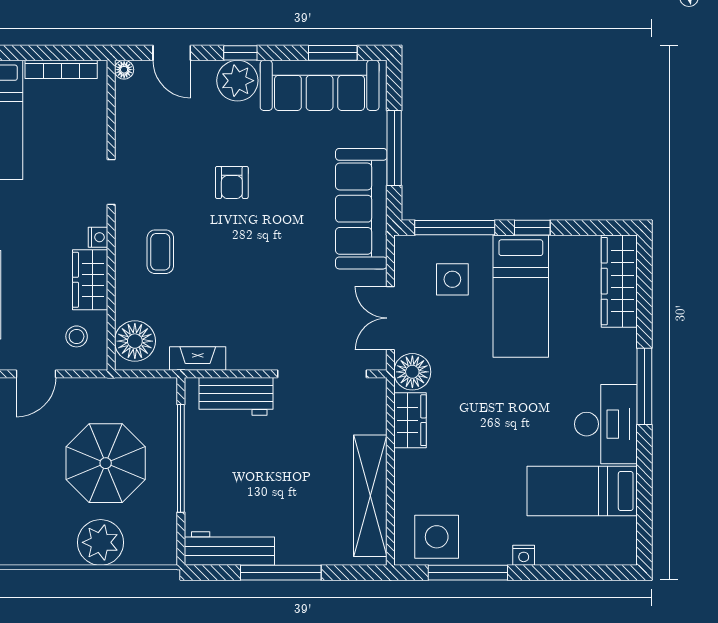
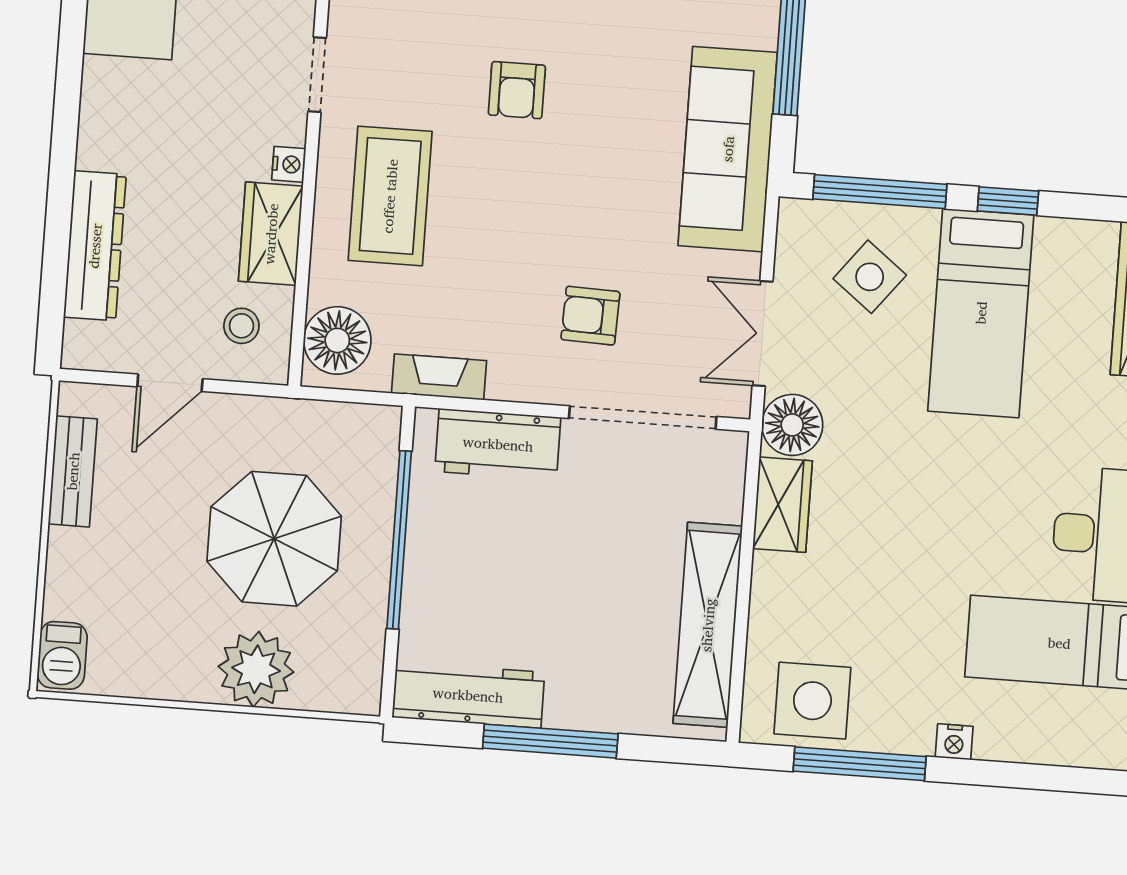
coffee table: (160, 252) -> (390, 196), width x1.86, depth x1.72
side table: (452, 279) -> (870, 277), turned 38
armchair: (286, 315) -> (590, 316), added

